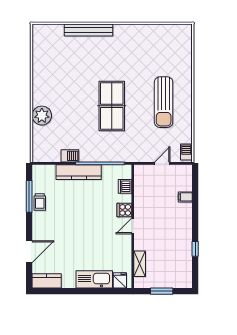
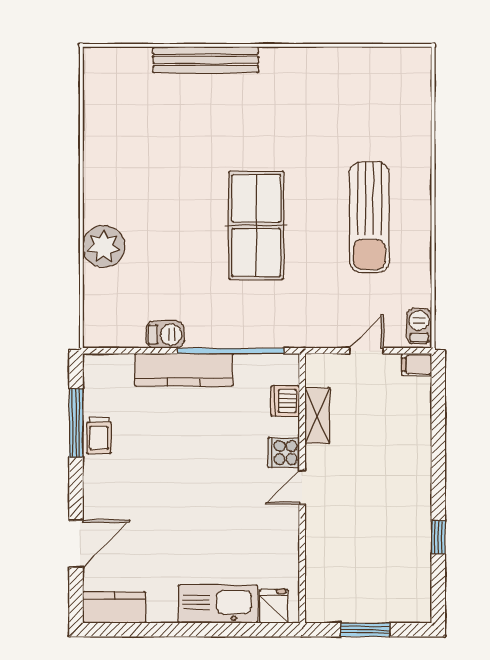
filing cabinet: (185, 197) -> (417, 365), moved
shelving: (140, 264) -> (317, 416), moved

